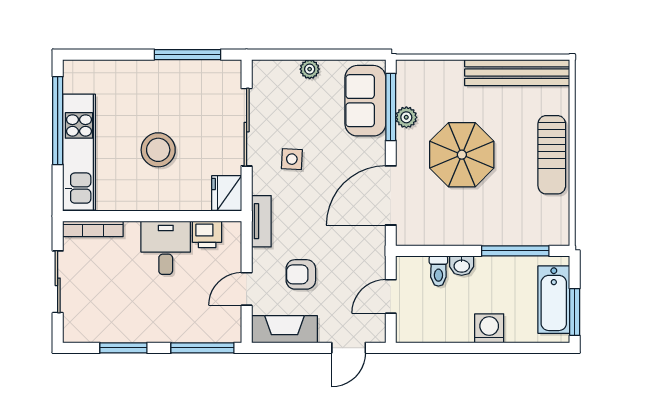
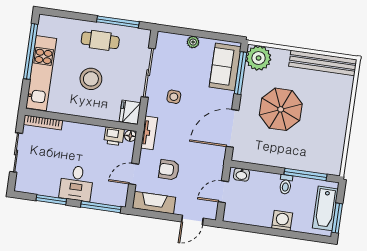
cafe table: (164, 87) -> (100, 40), added
plant: (406, 117) -> (259, 58), moved, width x1.88, depth x1.88
sun lounger: (552, 155) -> (337, 118), removed
floor lamp: (233, 230) -> (130, 136), added
desk: (166, 248) -> (76, 183), moved, turned 180
washbasin: (462, 266) -> (241, 175), moved
toilet: (438, 271) -> (286, 184), moved

